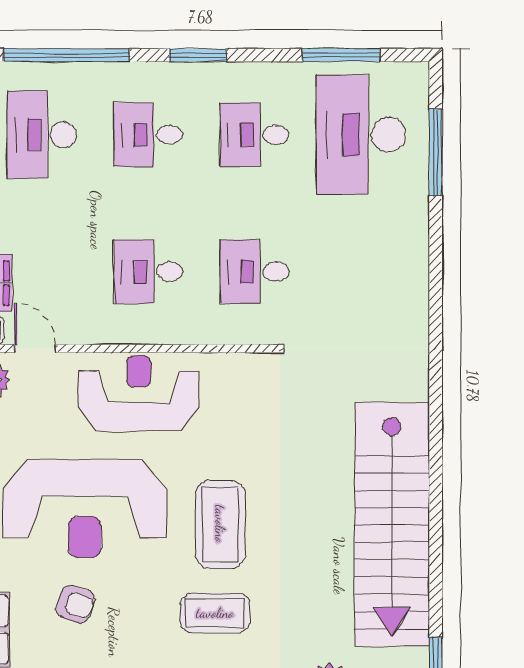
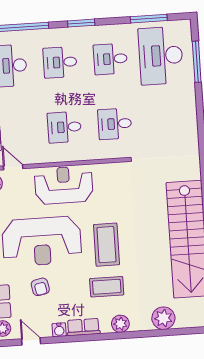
armchair: (75, 604) -> (40, 287), turned 60

